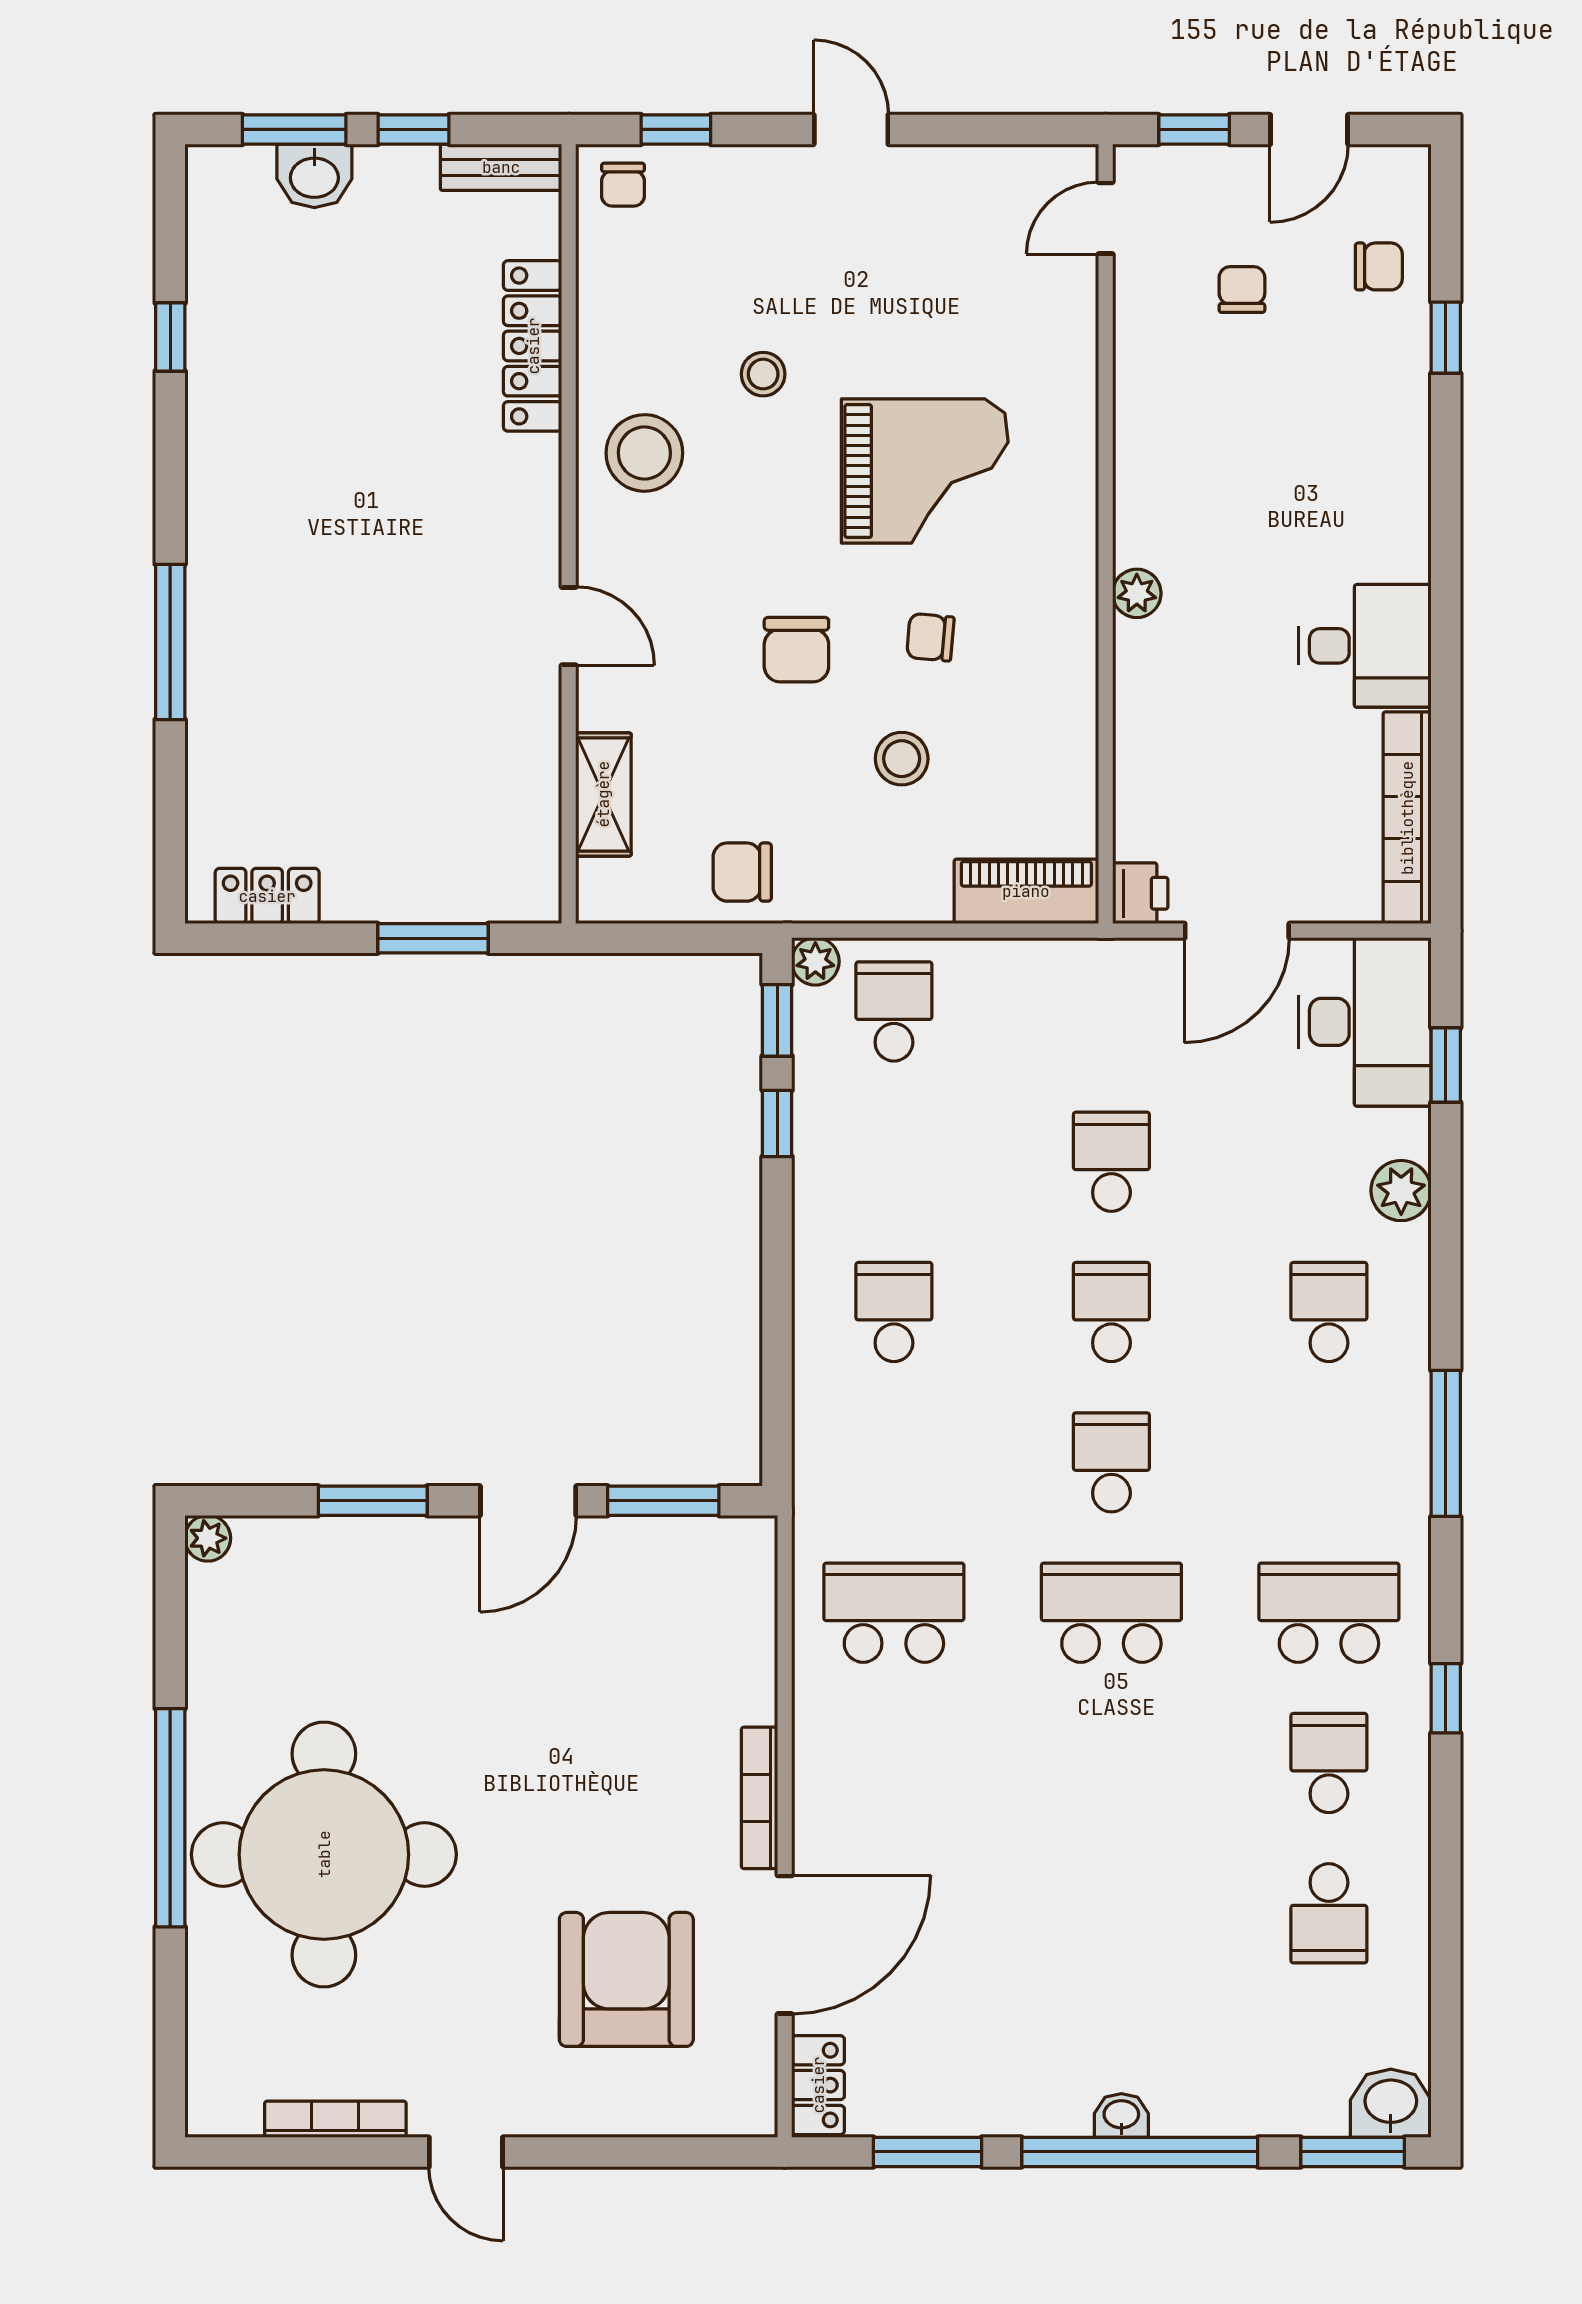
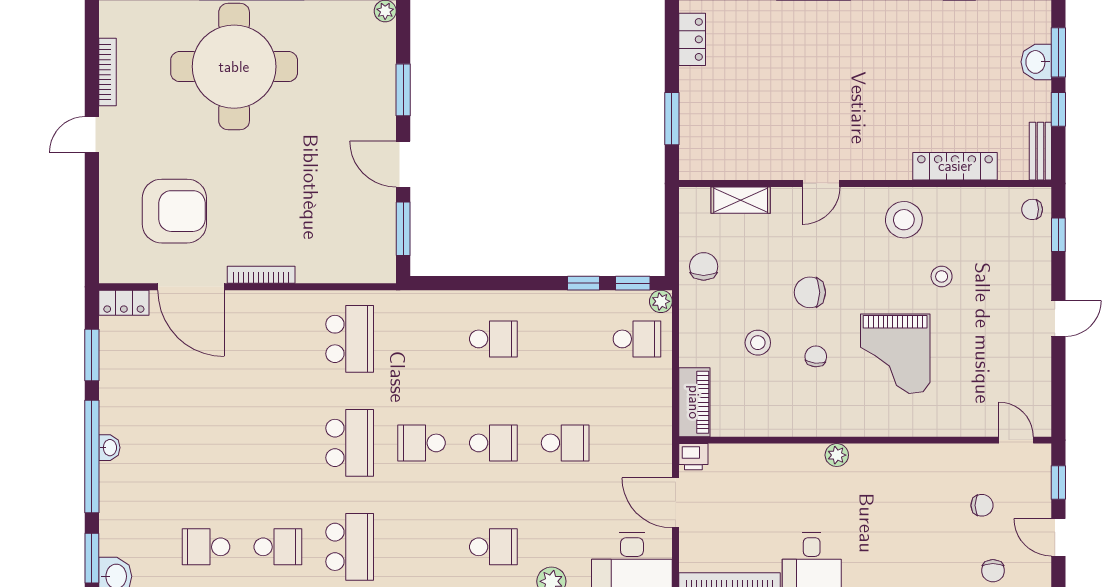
school desk: (1111, 1462) -> (421, 443), turned 180

